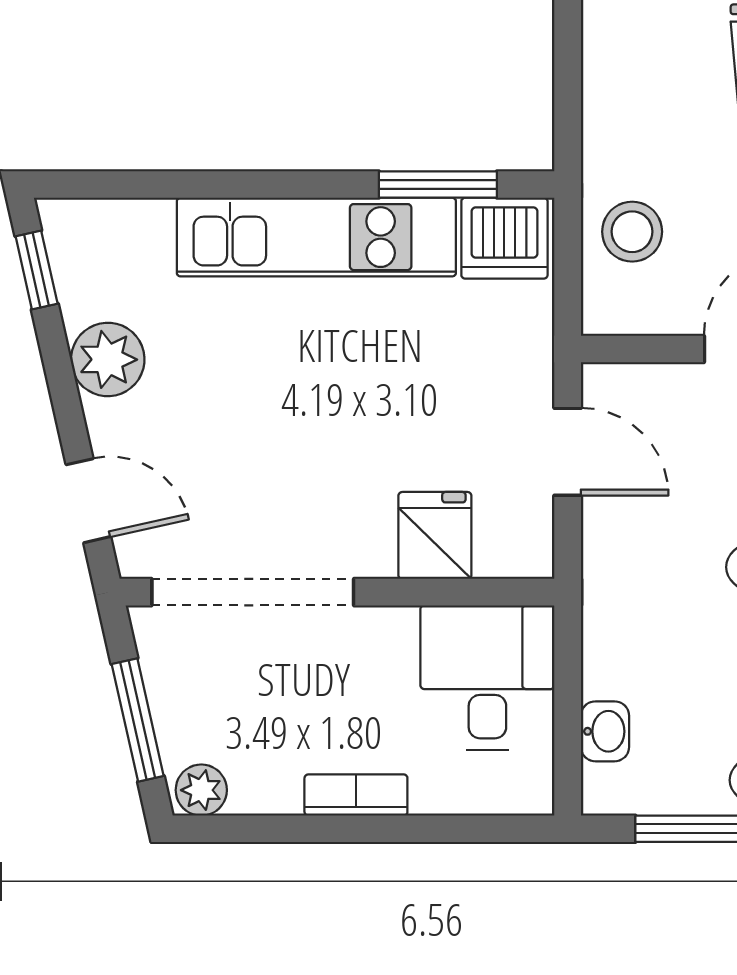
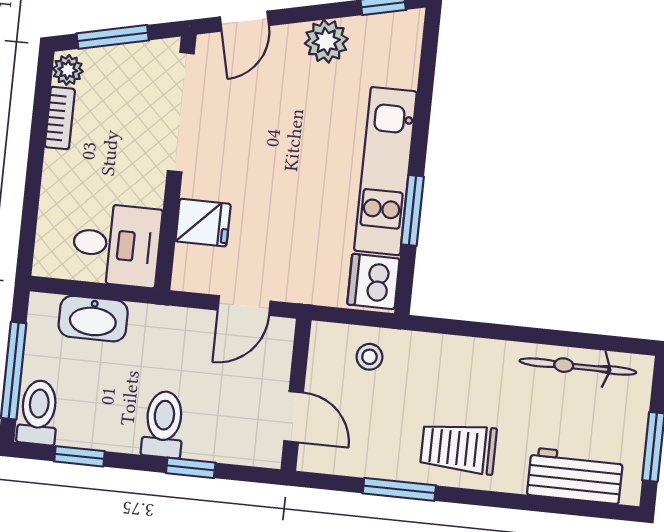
window: (438, 185) -> (413, 210), moved
stool: (632, 232) -> (369, 357), width x0.73, depth x0.73
washbasin: (605, 731) -> (93, 319), width x1.91, depth x1.45
bookcase: (356, 795) -> (60, 118), moved

